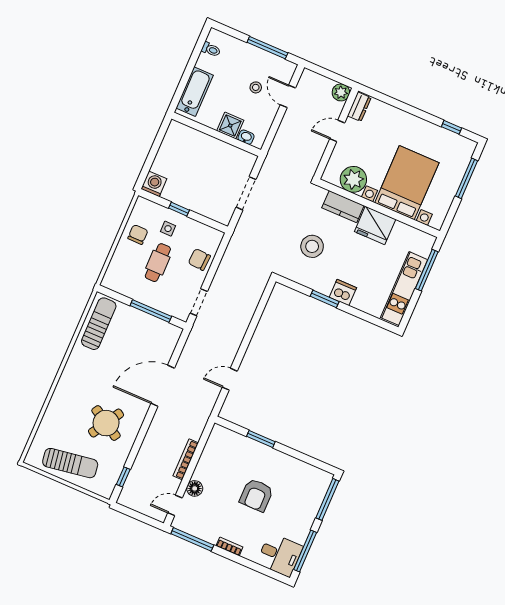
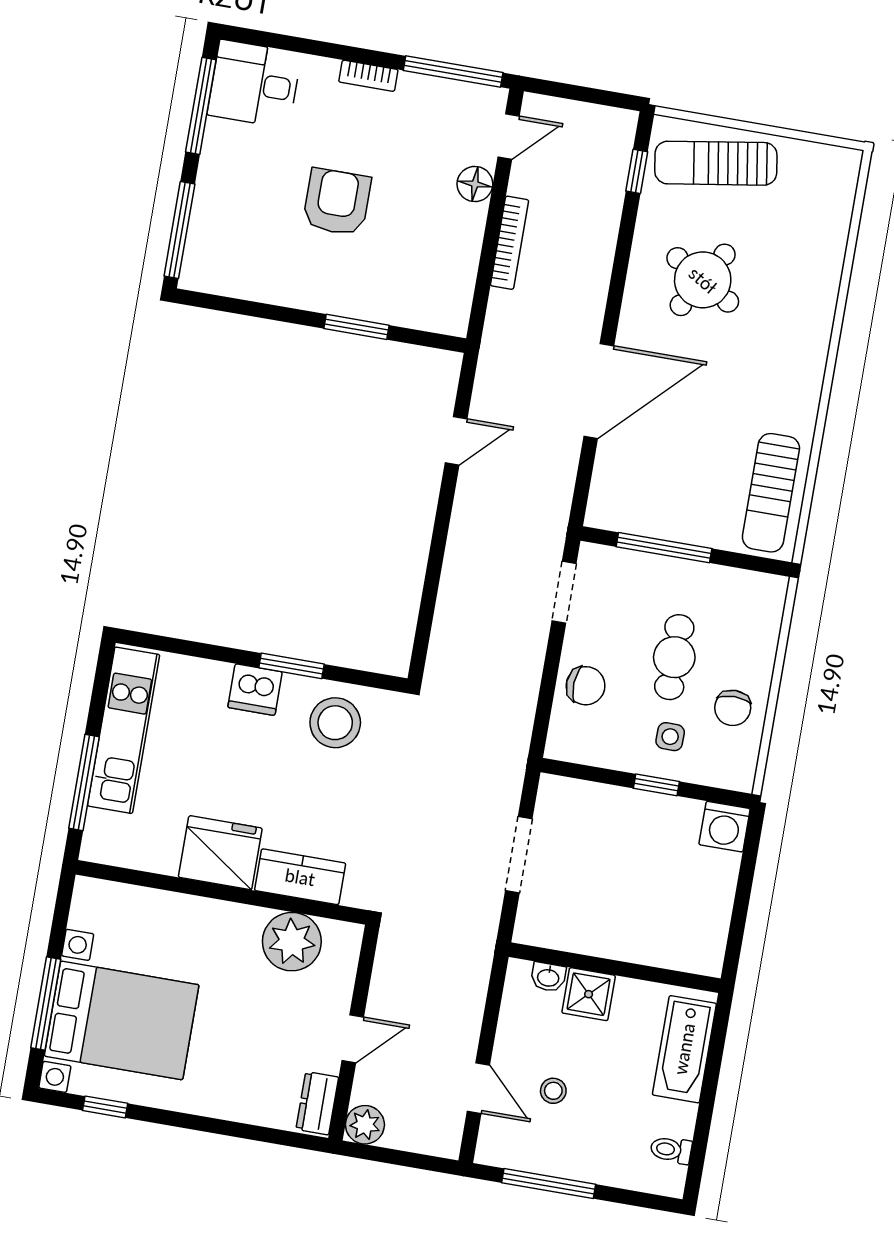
bed with nightstands: (407, 183) -> (122, 1020), moved, turned -90
stool: (312, 246) -> (335, 723), moved
sun lounger: (70, 463) -> (716, 163), moved

